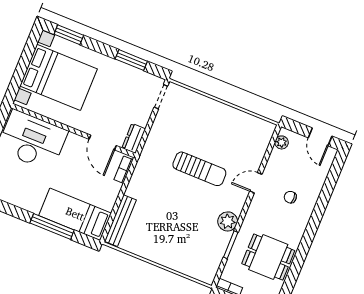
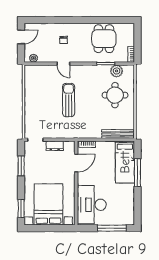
dresser: (134, 138) -> (55, 146), moved
plant: (228, 221) -> (117, 71), moved
round table: (179, 240) -> (115, 95), added

